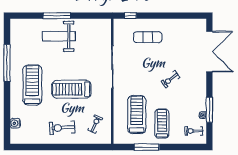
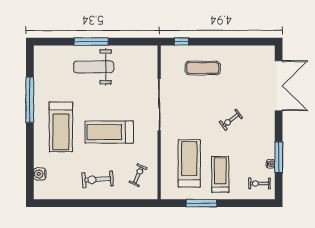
treadmill: (32, 85) -> (61, 127), turned 180

